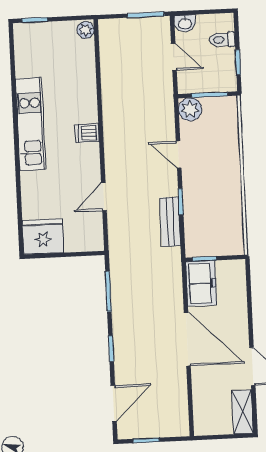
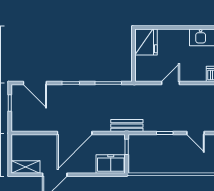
door: (179, 155) -> (196, 133), swing flipped
door: (104, 197) -> (170, 83), hinge flipped
bench: (170, 222) -> (127, 126), moved
freezer: (201, 283) -> (111, 164), moved, turned 180

